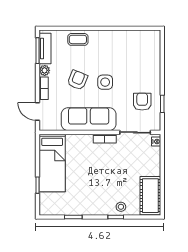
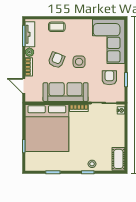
corner sofa: (141, 57) -> (109, 41), added
bed: (52, 163) -> (47, 128), width x2.04
cot: (150, 196) -> (118, 159), width x0.73, depth x0.75

